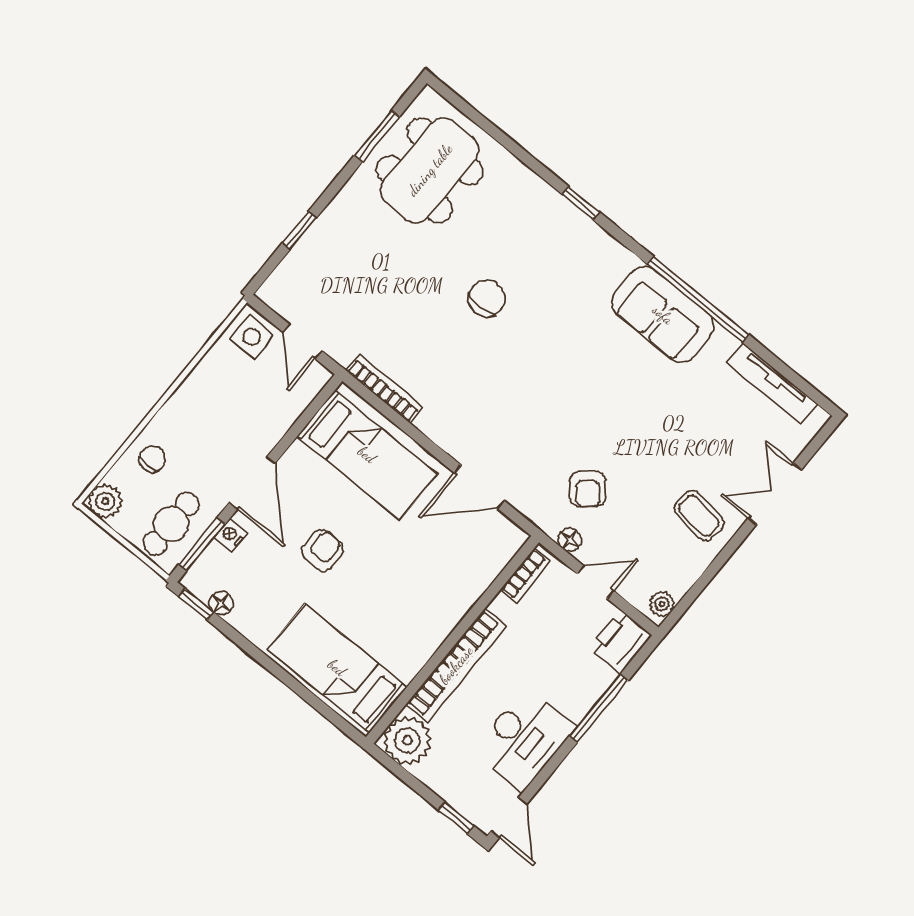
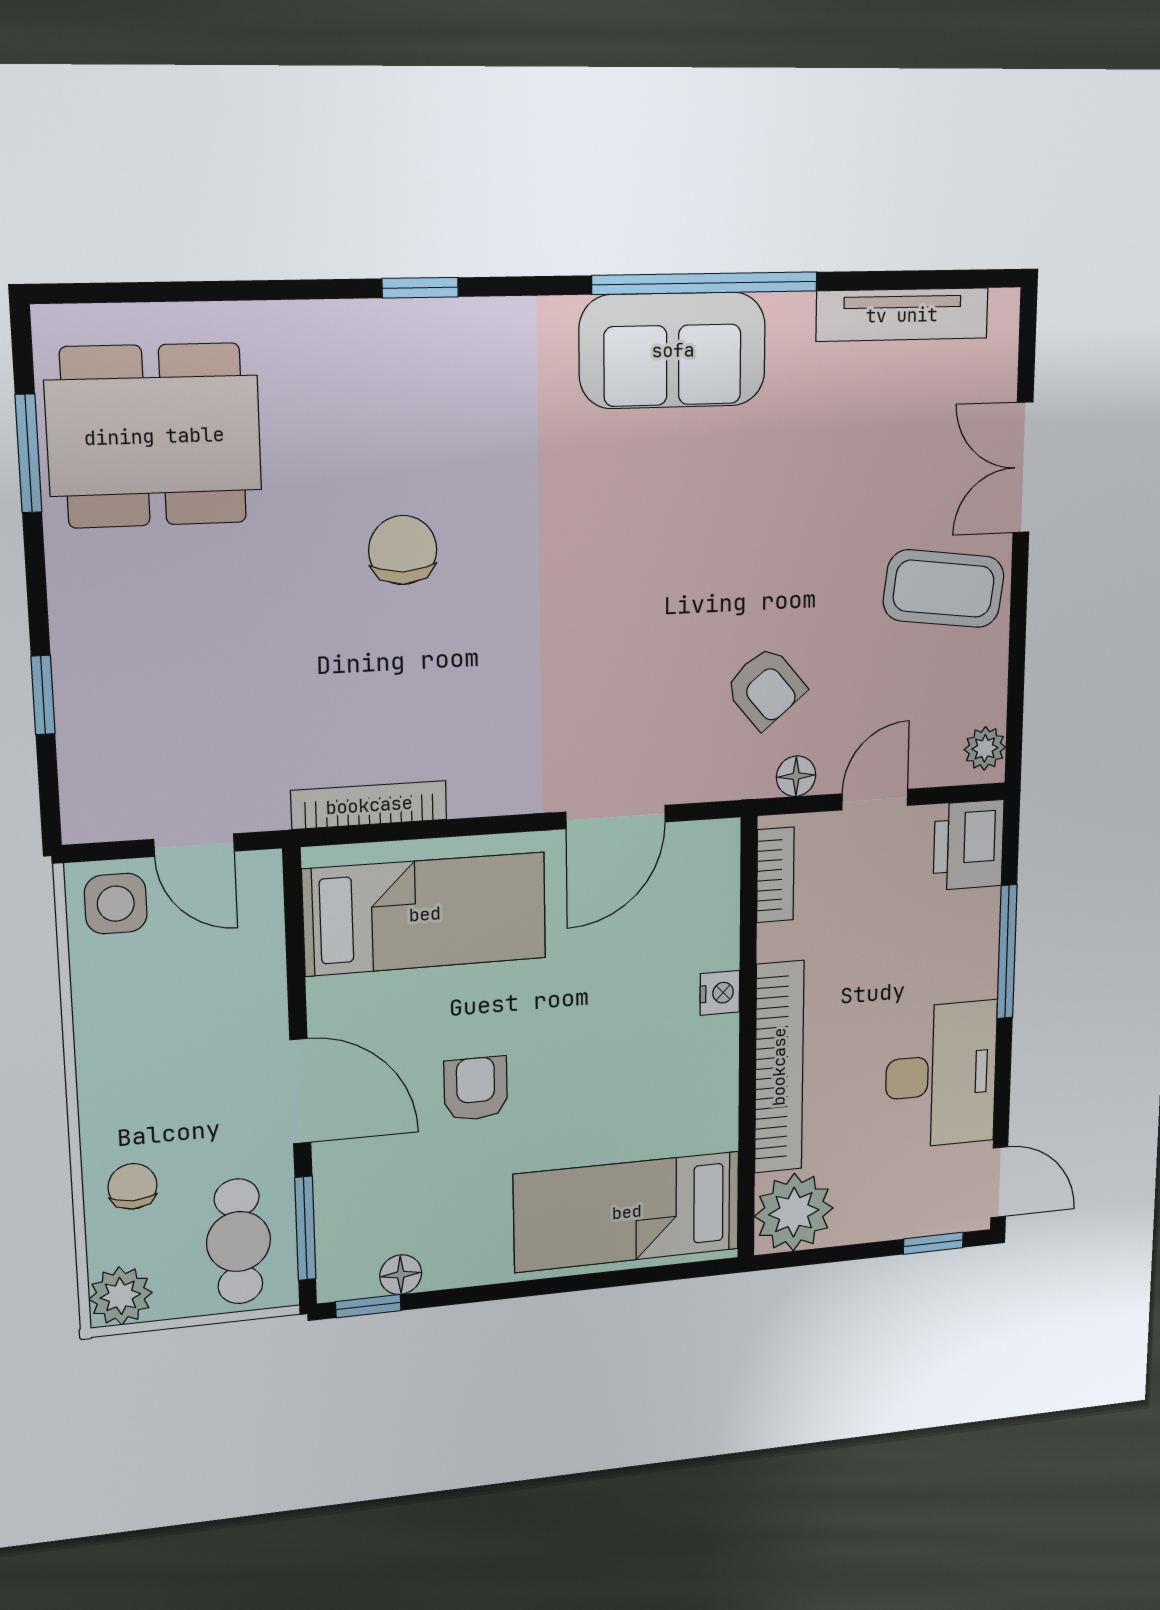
dining table: (430, 170) -> (154, 436), turned 90
coffee table: (699, 516) -> (944, 589), width x1.36, depth x1.30
nightstand: (231, 535) -> (720, 993), moved, turned 180

